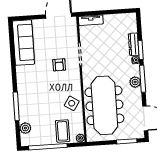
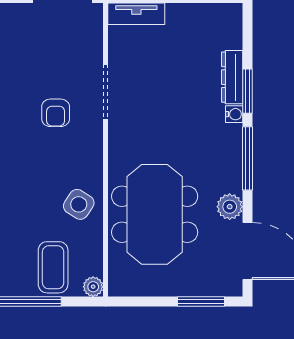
plant: (135, 82) -> (230, 207), moved
meeting table: (104, 105) -> (155, 214), width x0.73

